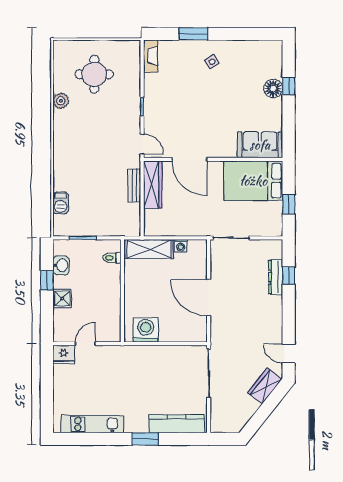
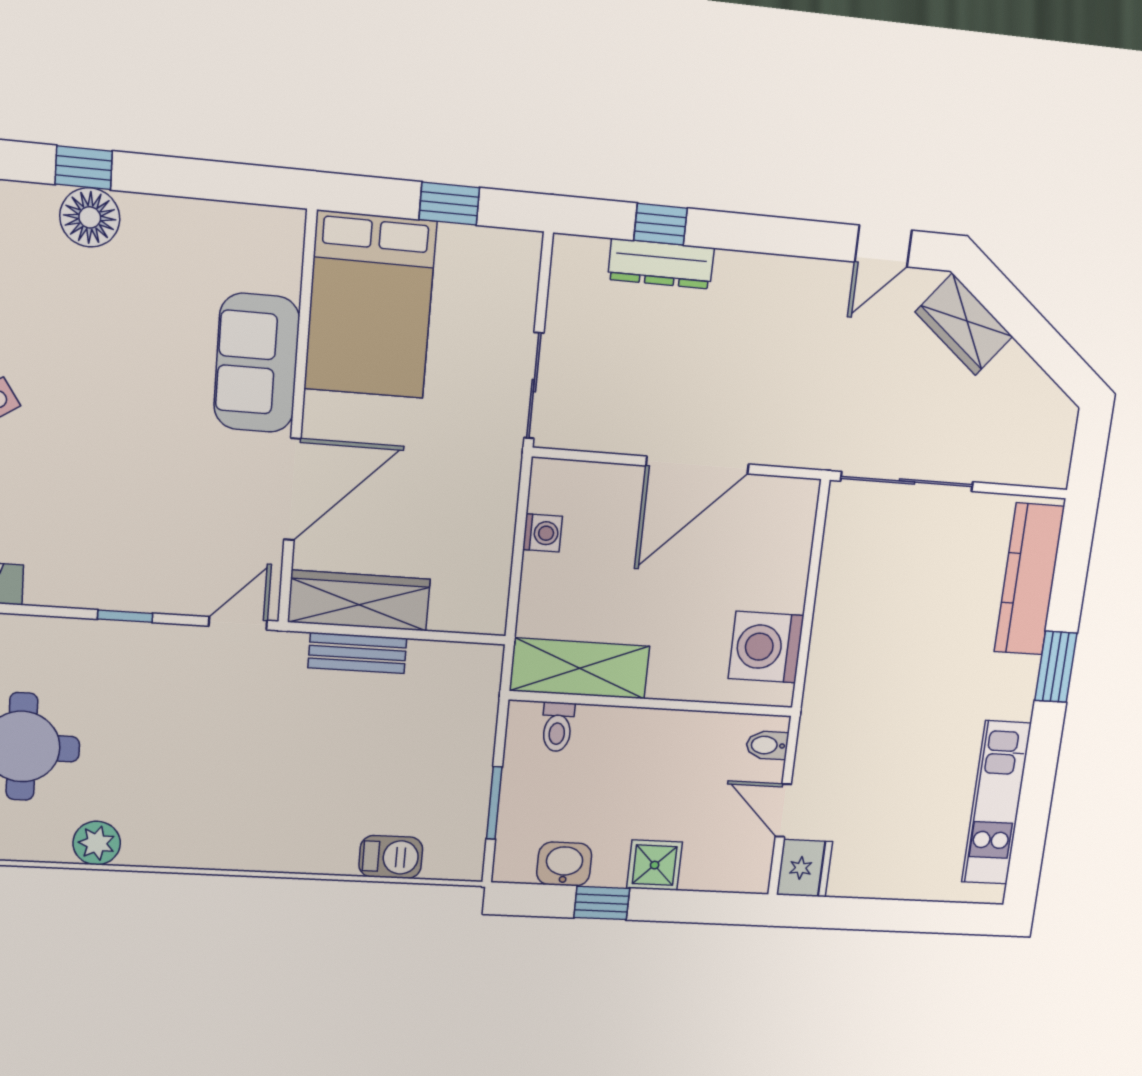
sofa: (260, 145) -> (257, 363), moved
shelving: (149, 249) -> (580, 668), moved, turned 90
bidet: (109, 335) -> (767, 745), added

